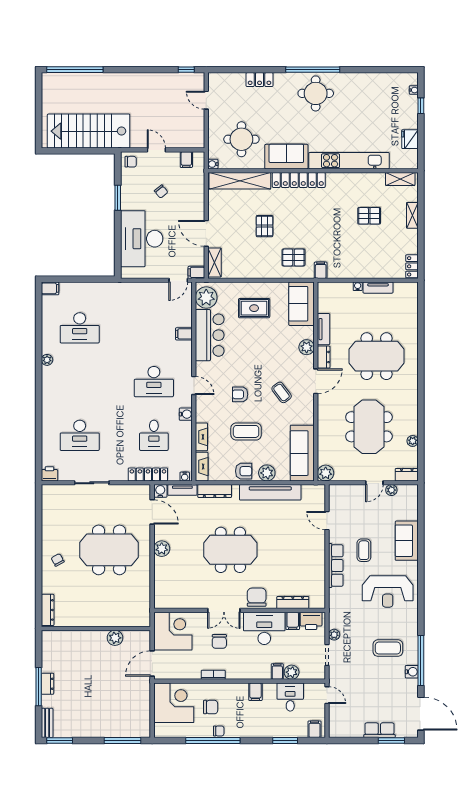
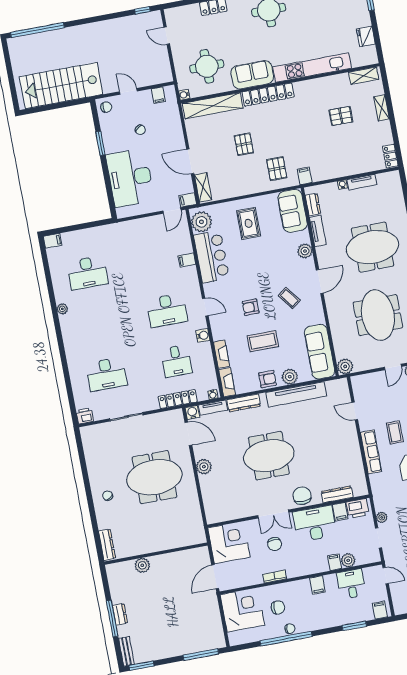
pallet: (293, 257) -> (277, 169), turned 90
rug: (254, 308) -> (249, 223), turned 90
dresser: (324, 357) -> (313, 205), moved
plant: (115, 638) -> (142, 565), moved

